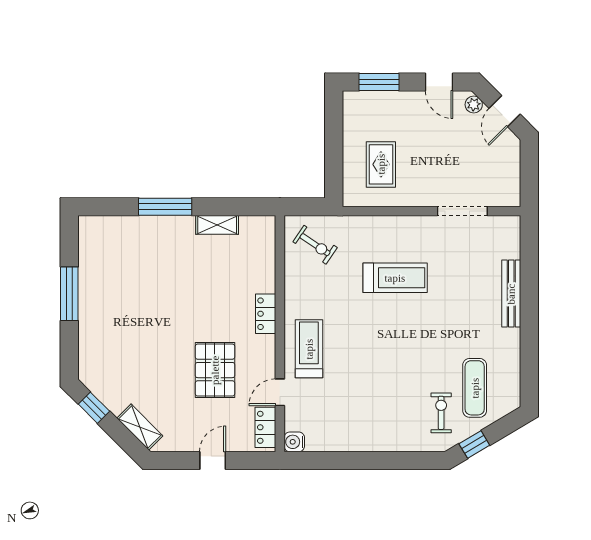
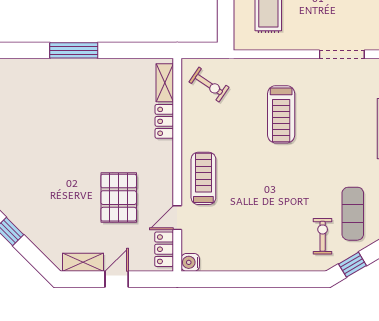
shelving: (217, 225) -> (165, 83), moved, turned 90
treadmill: (395, 278) -> (281, 114), turned 90
locker: (266, 314) -> (164, 121), moved
shelving: (140, 427) -> (83, 262), moved, turned -45

